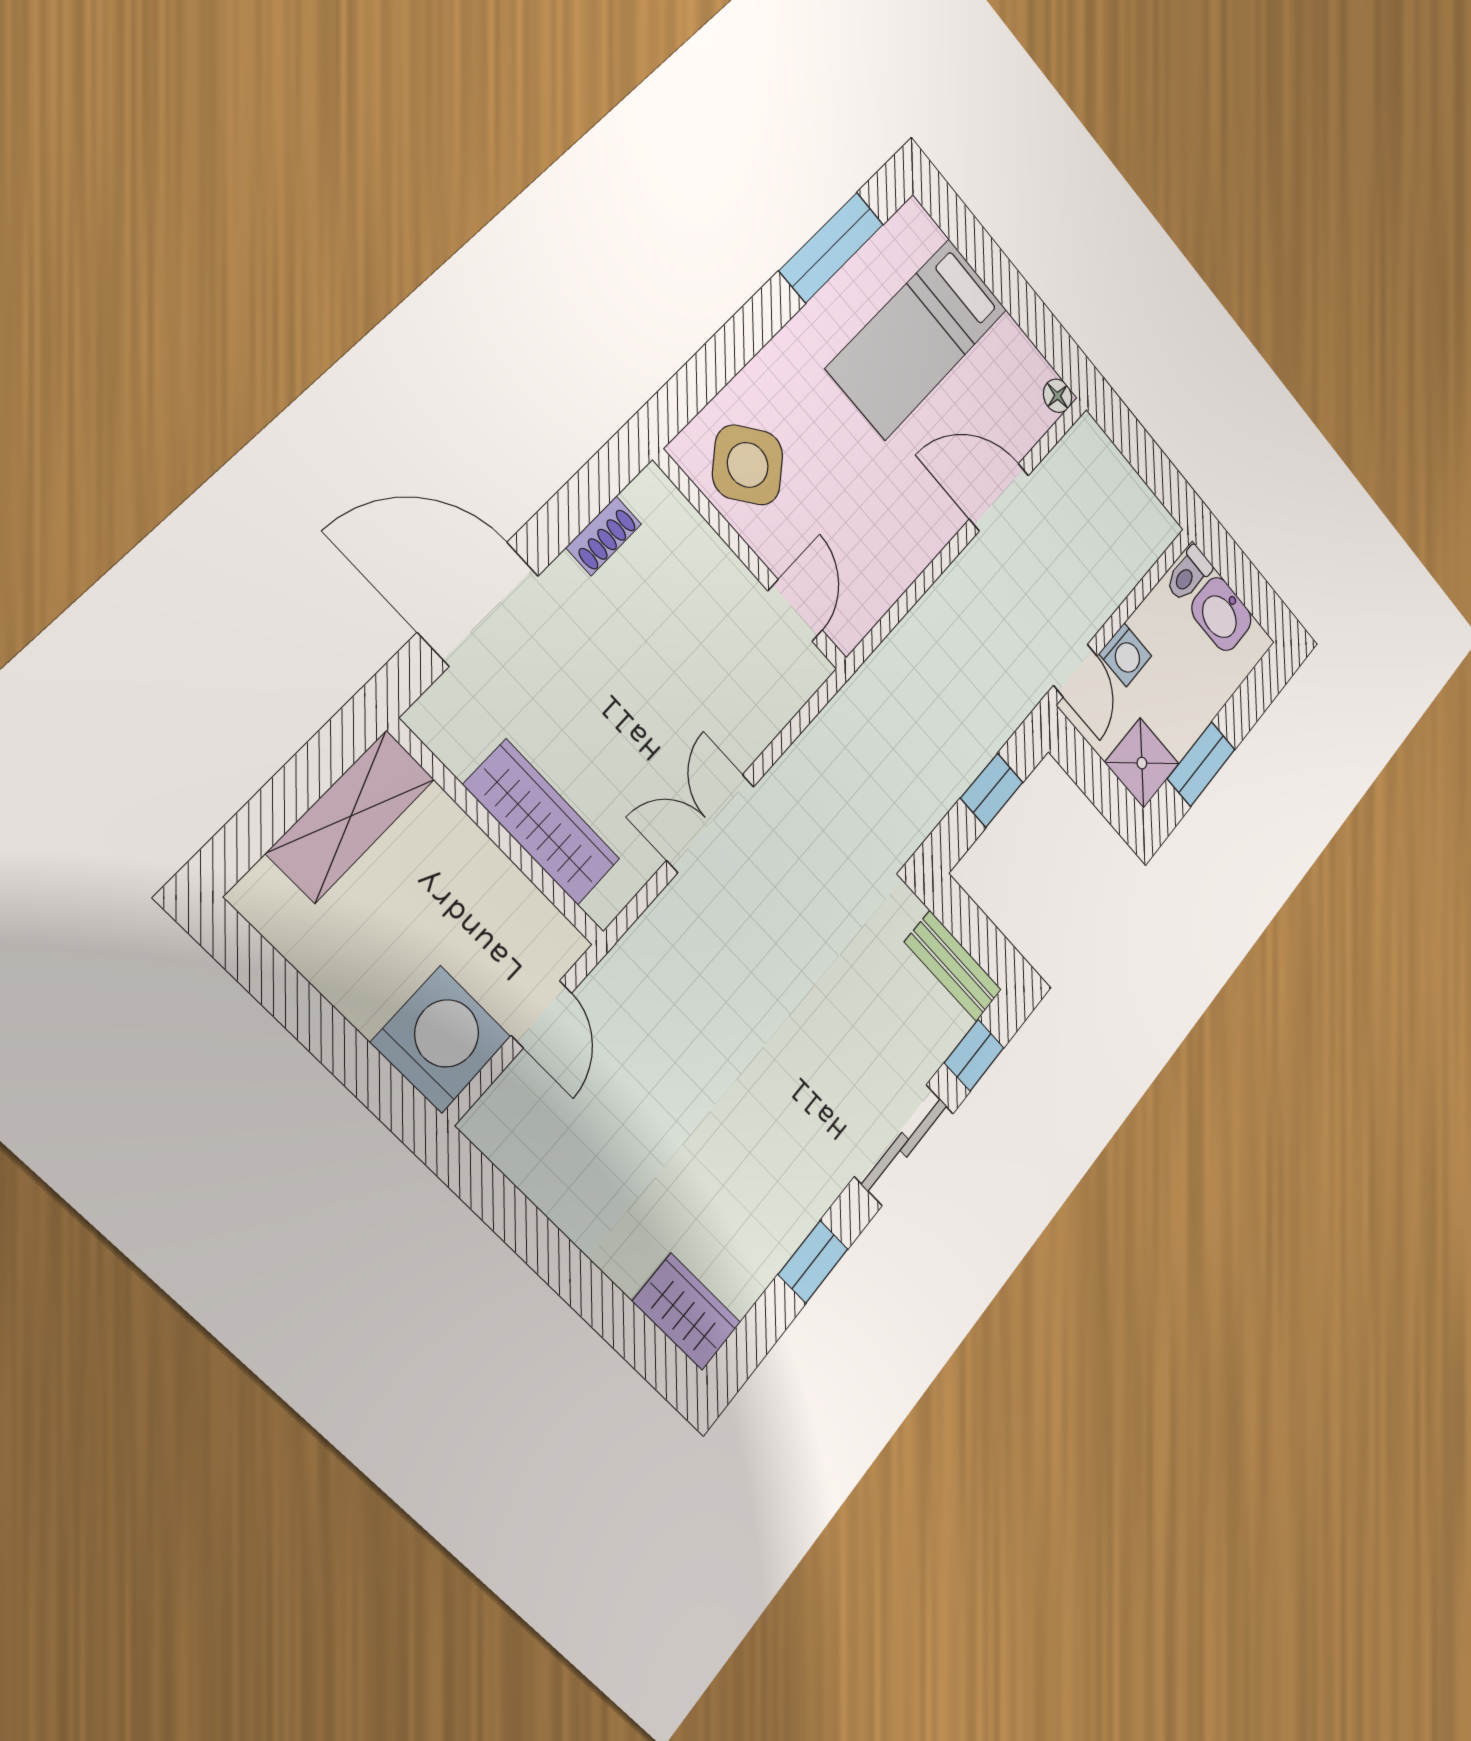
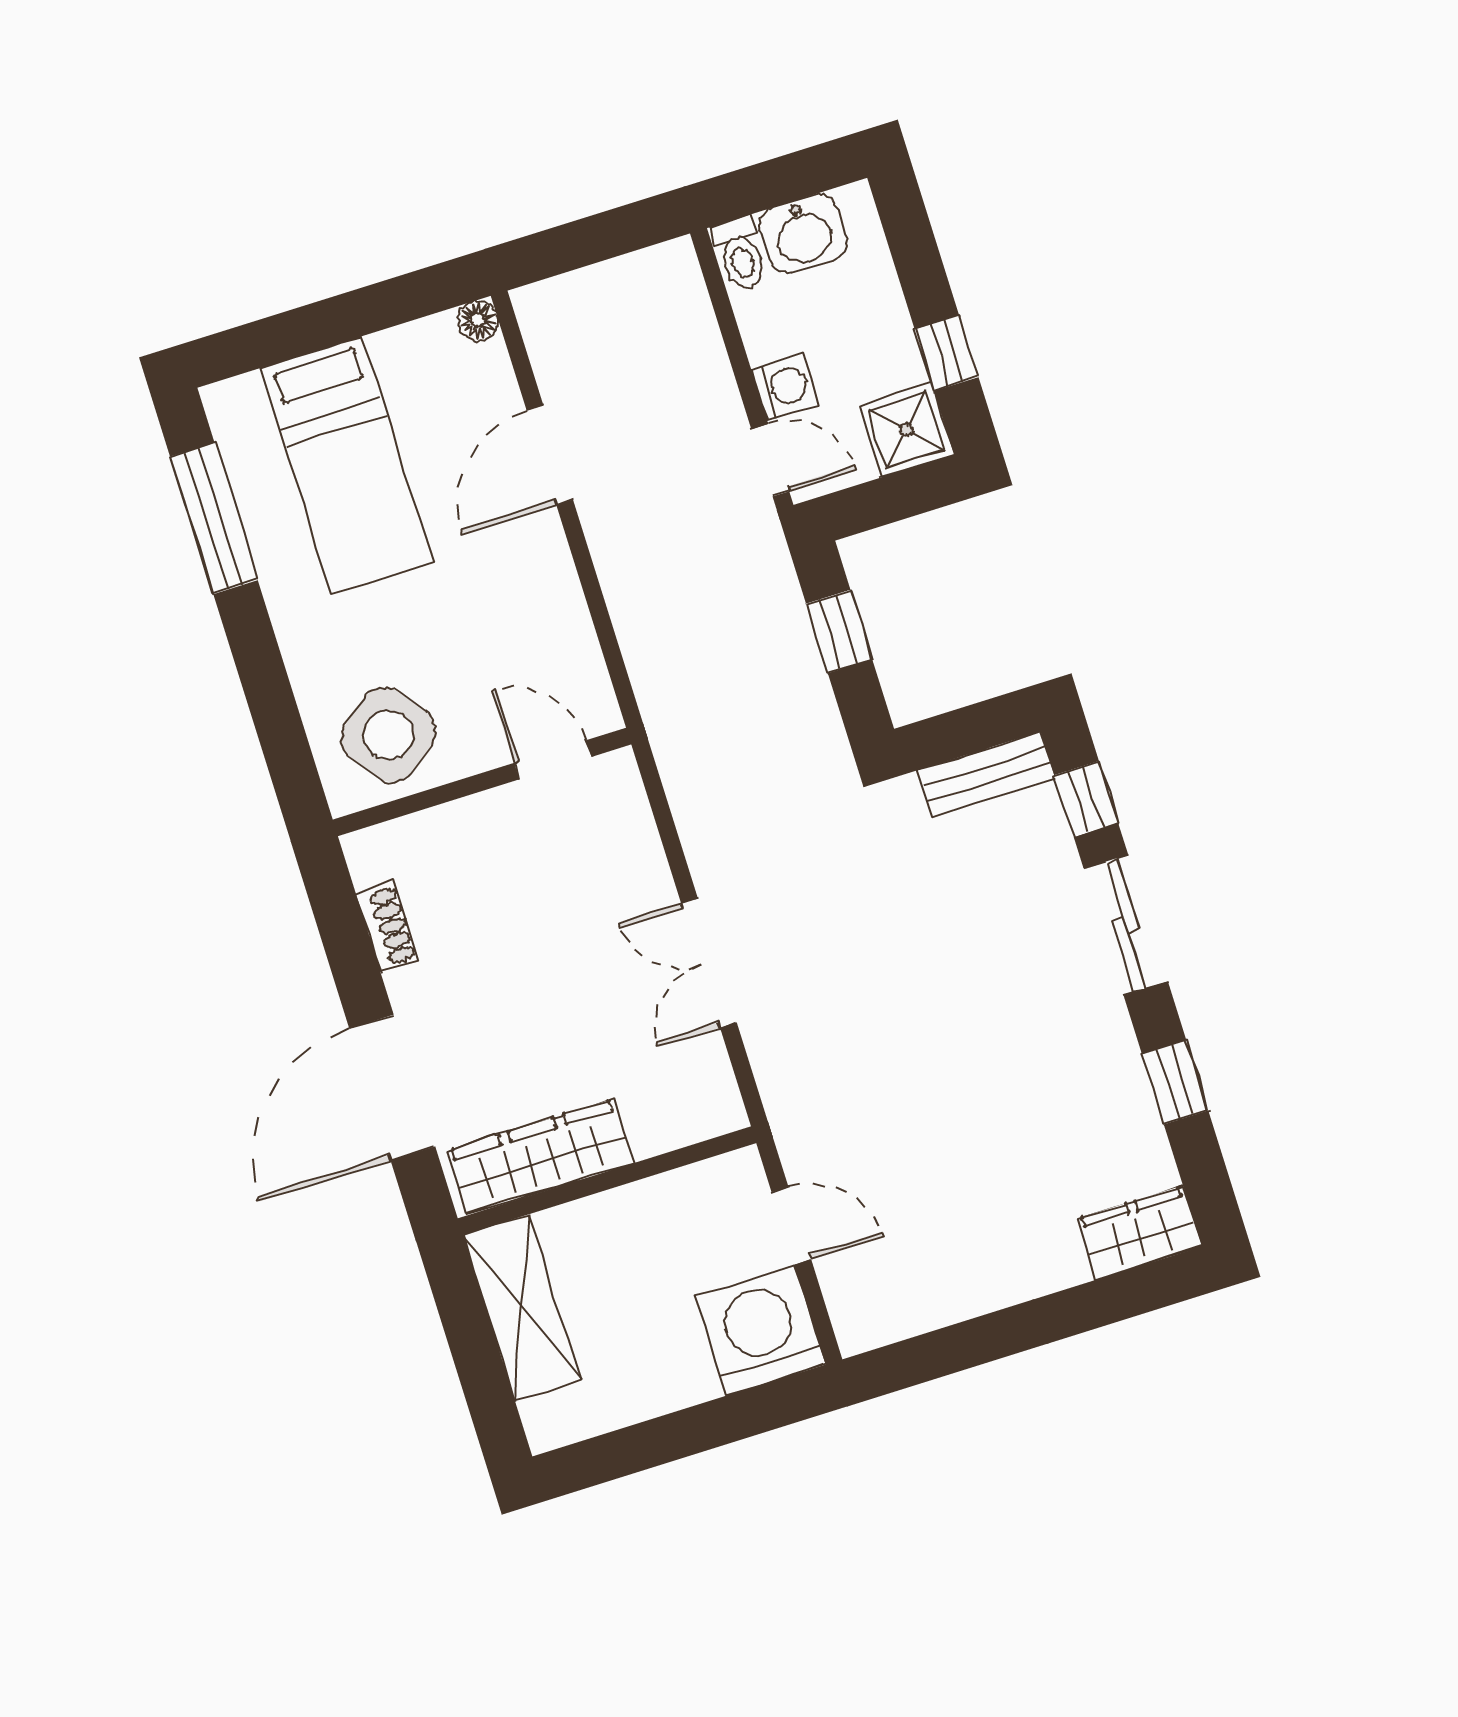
window: (1201, 764) -> (947, 353), width x0.67
wardrobe: (542, 822) -> (541, 1157), moved

